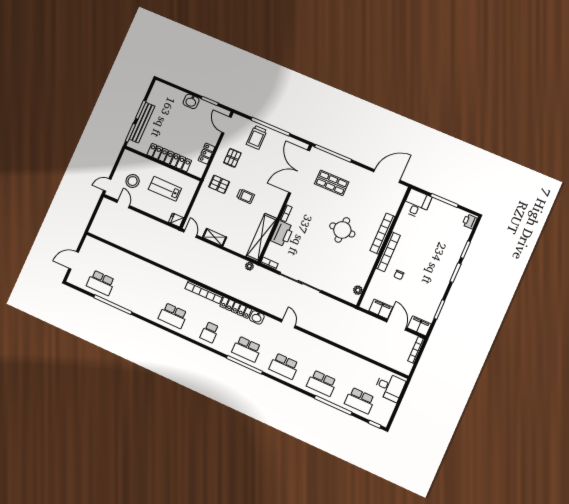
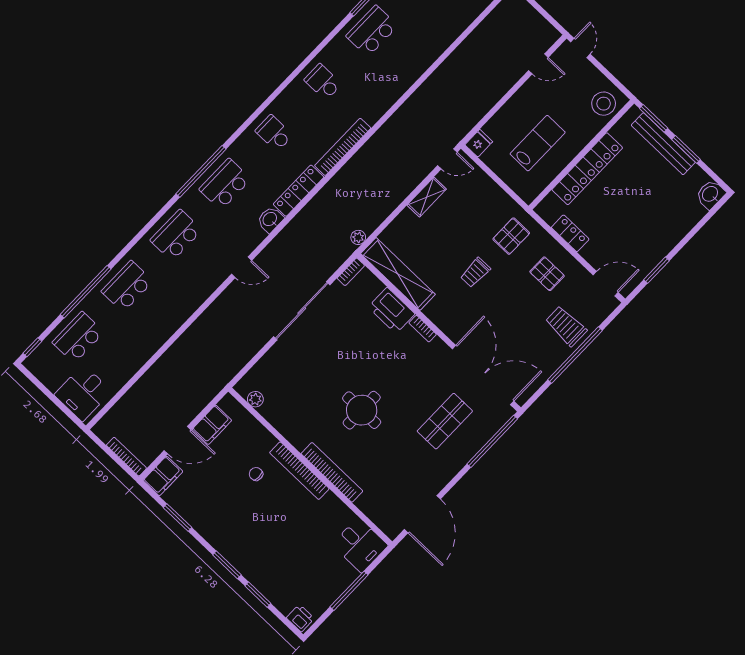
washbasin: (191, 101) -> (710, 194), moved
stool: (133, 181) -> (604, 104), moved
school desk: (137, 299) -> (372, 31), added
school desk: (173, 316) -> (323, 82), width x0.54

